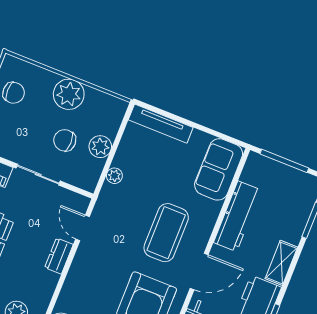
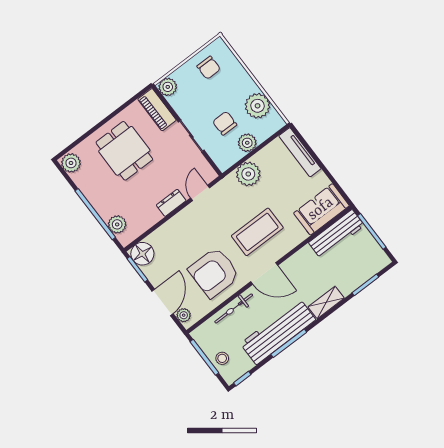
plant: (69, 94) -> (258, 106), moved
plant: (114, 176) -> (248, 174), width x1.88, depth x1.88
workbench: (237, 216) -> (336, 234), moved

